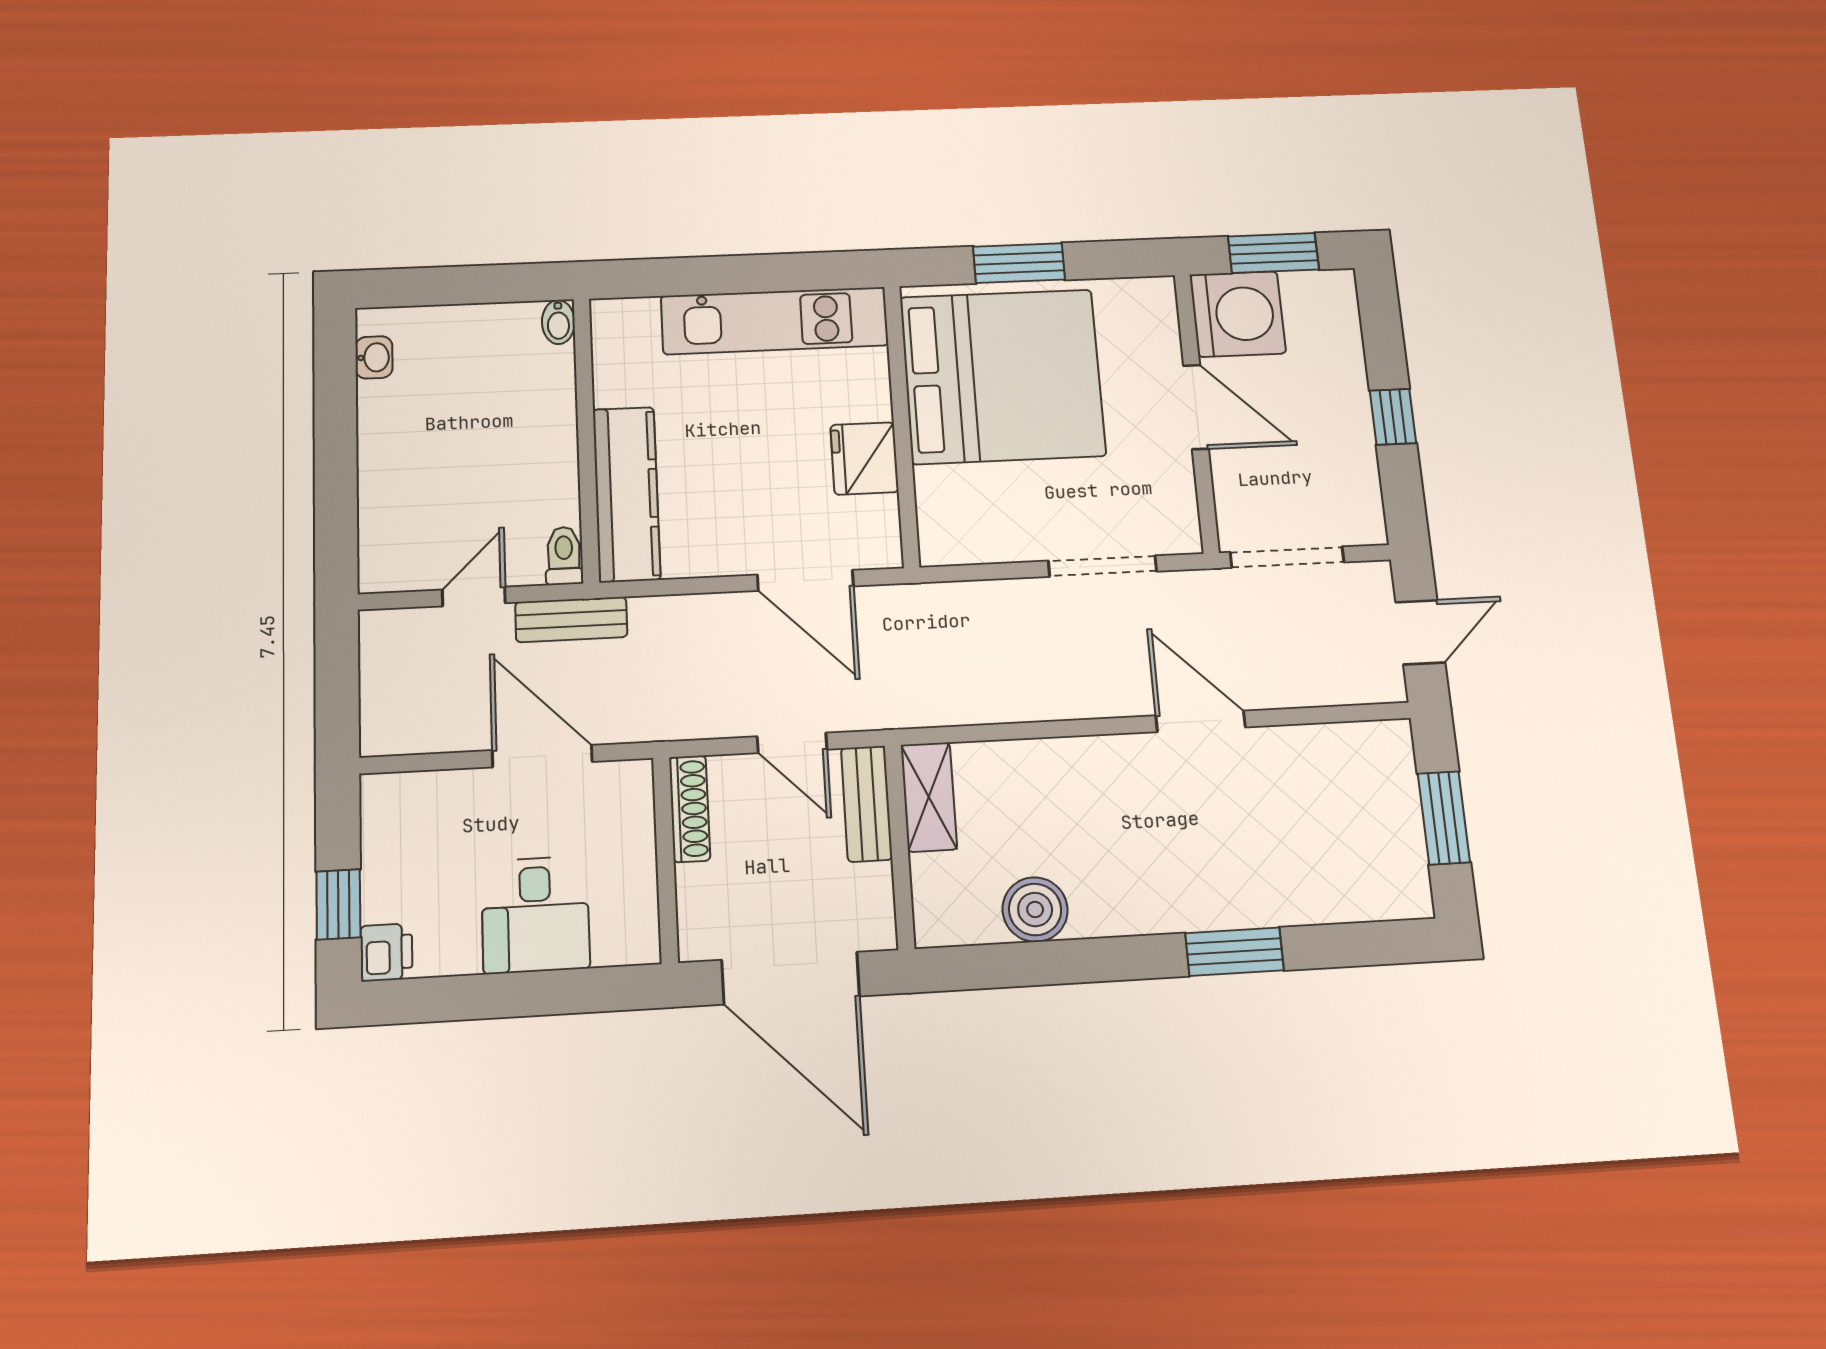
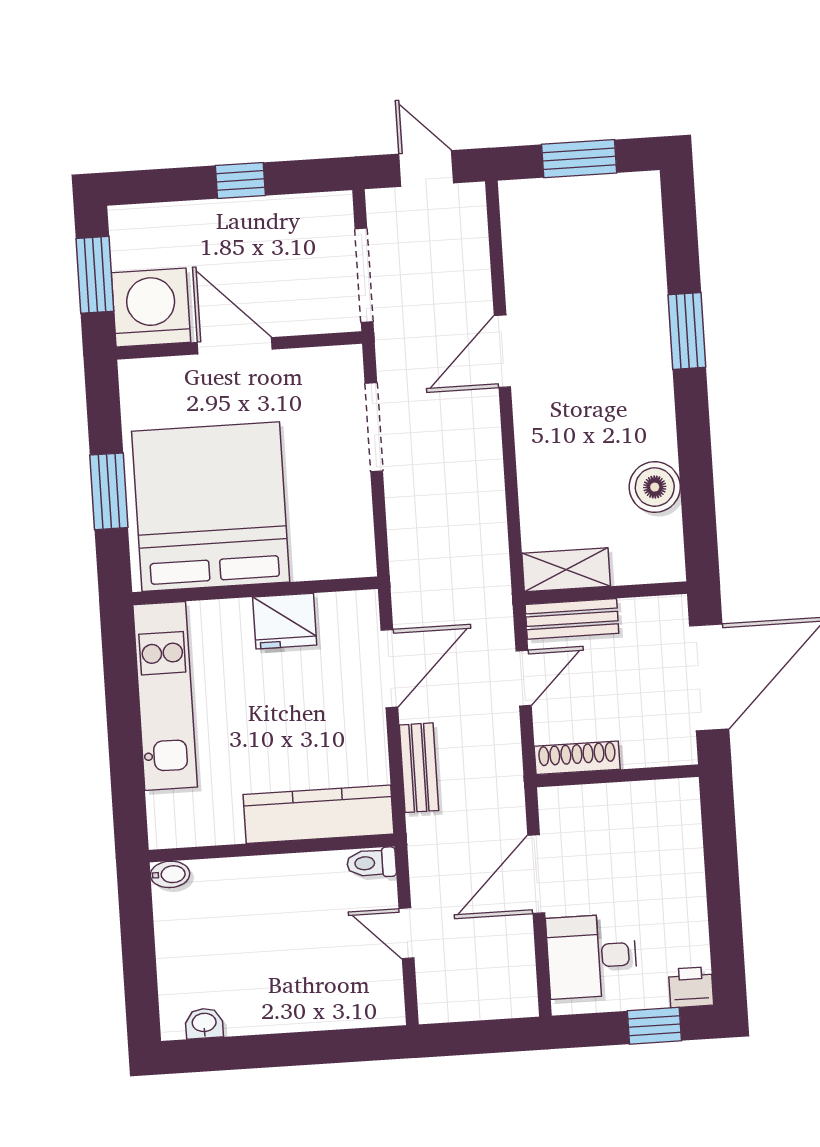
door: (1196, 407) -> (235, 346), hinge flipped
bench: (571, 620) -> (419, 768), moved
desk: (535, 915) -> (592, 956), moved, turned 180

